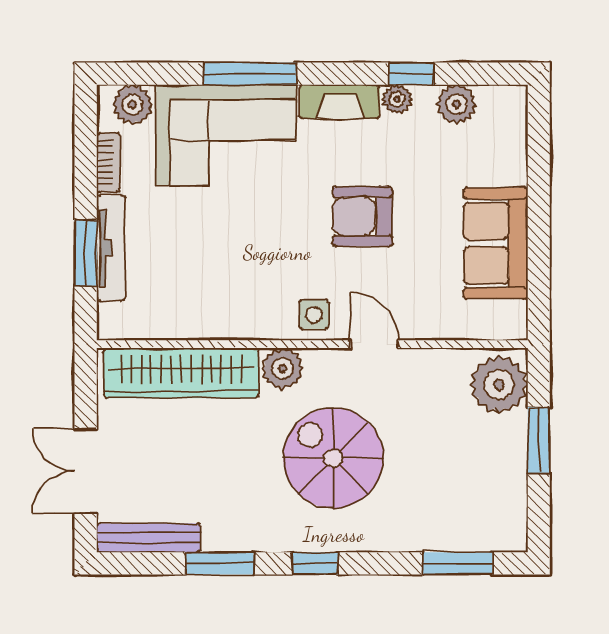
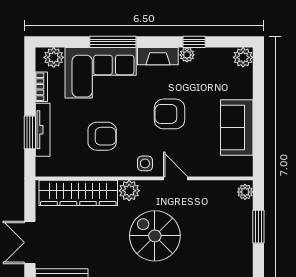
plant: (457, 104) -> (243, 57), moved
armchair: (229, 261) -> (102, 136), added
plant: (499, 384) -> (245, 192), width x0.53, depth x0.53

